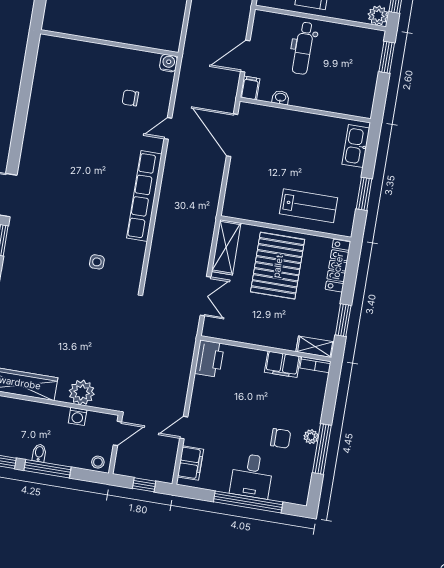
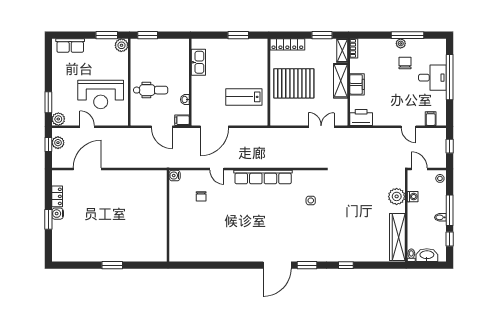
kitchen sink: (356, 146) -> (198, 62), moved, turned -90
lab bench: (308, 206) -> (244, 97), moved, turned -90
shelving: (226, 247) -> (341, 81), moved, turned 90
filing cabinet: (282, 364) -> (357, 84), moved
filing cabinet: (190, 463) -> (431, 119), width x0.50

